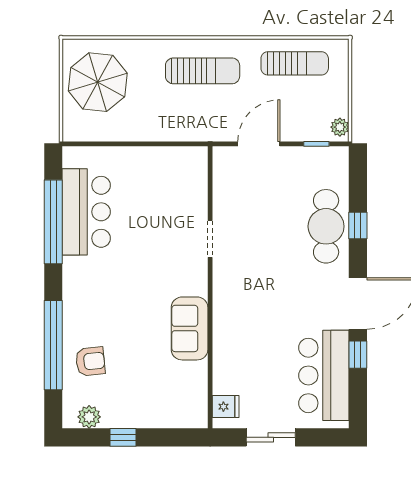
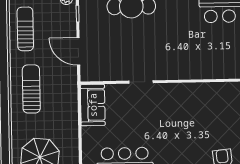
sofa: (190, 328) -> (93, 105), moved, turned -90

